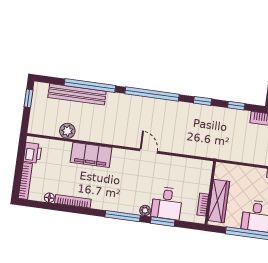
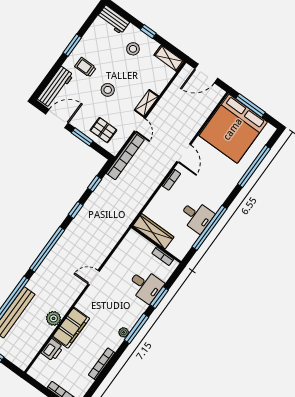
plant: (67, 131) -> (53, 318), moved
printer: (33, 153) -> (52, 350), moved, turned 90
floor lamp: (49, 198) -> (88, 382), removed
wardrobe: (219, 201) -> (153, 231), moved
plant: (145, 210) -> (124, 332), moved

